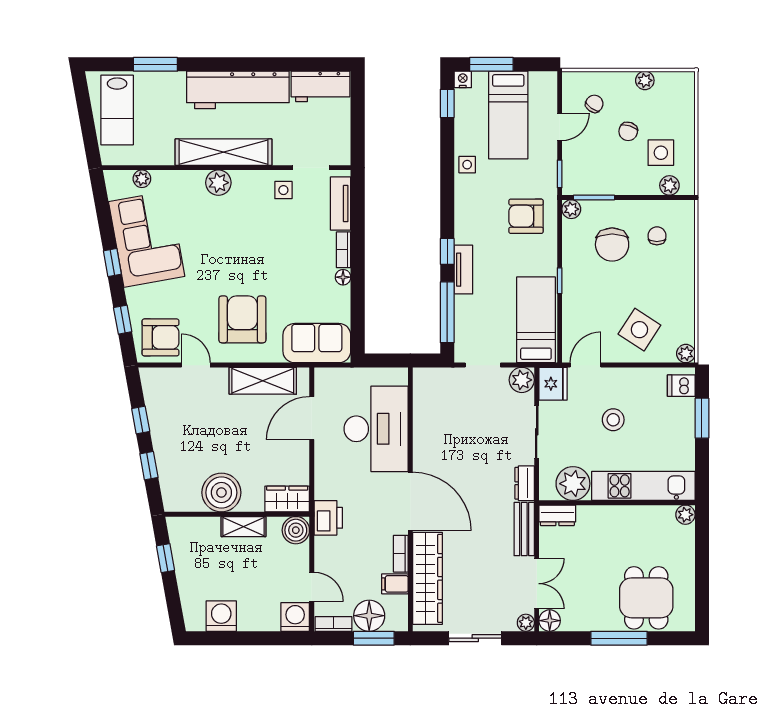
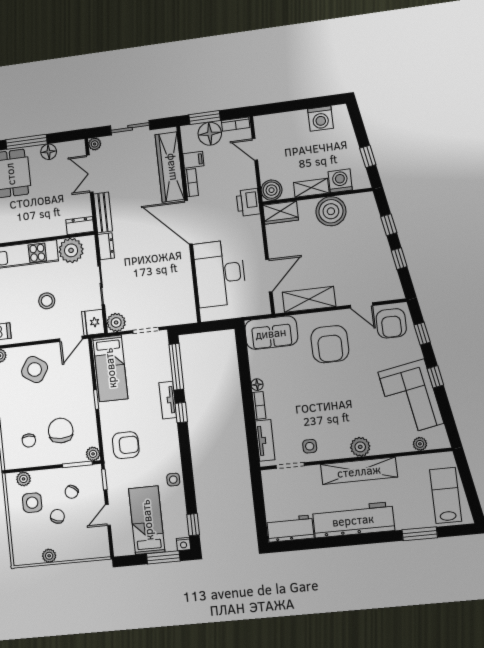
chair: (594, 104) -> (72, 492), moved
armchair: (160, 337) -> (391, 323), turned -90
washing machine: (295, 617) -> (340, 181), moved, turned 180
floor lamp: (550, 621) -> (49, 152), moved

